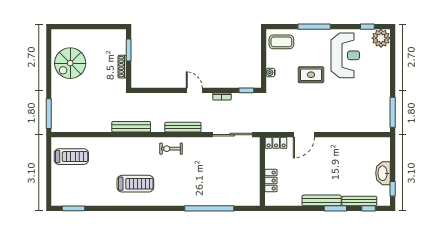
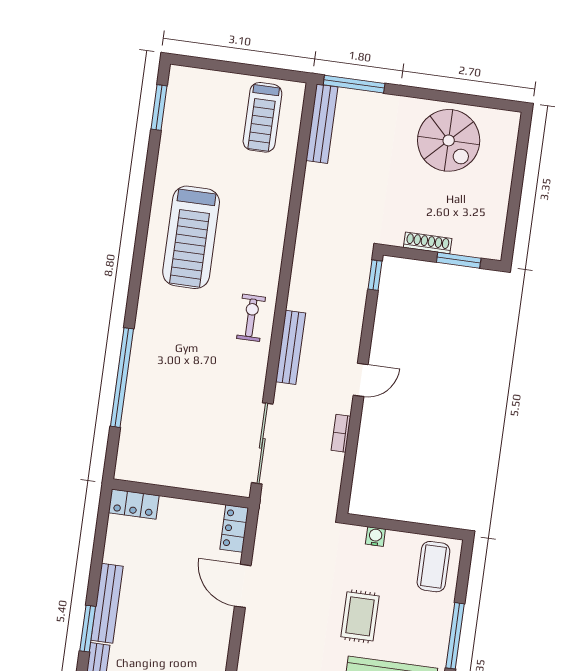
spiral stairs: (70, 63) -> (449, 140), turned 180
window: (246, 90) -> (375, 275), moved
bench: (131, 127) -> (322, 124), moved
locker: (271, 181) -> (134, 504), moved
treadmill: (135, 184) -> (191, 237), width x1.37, depth x1.38

